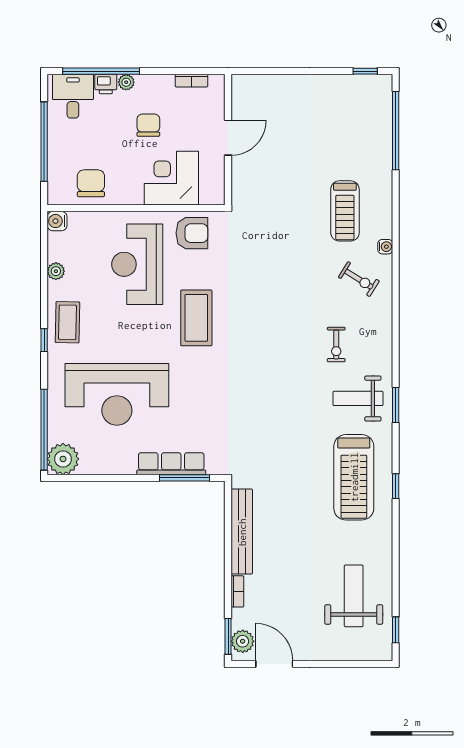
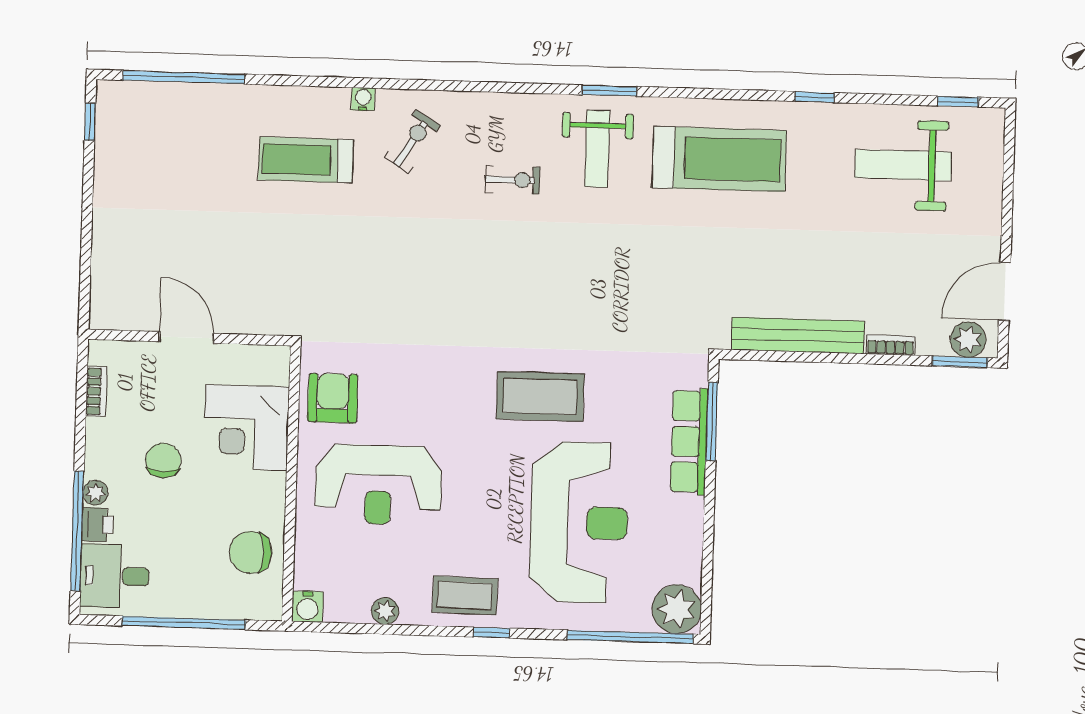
chair: (148, 125) -> (163, 460), turned 90
treadmill: (345, 211) -> (306, 160), turned 180
coffee table: (196, 318) -> (540, 397), moved
window: (396, 486) -> (815, 97), moved

